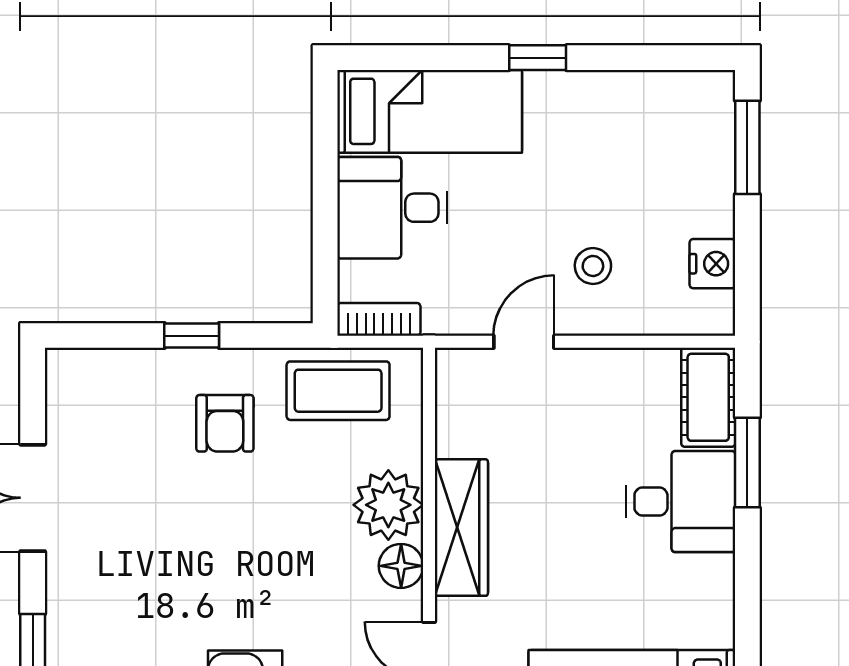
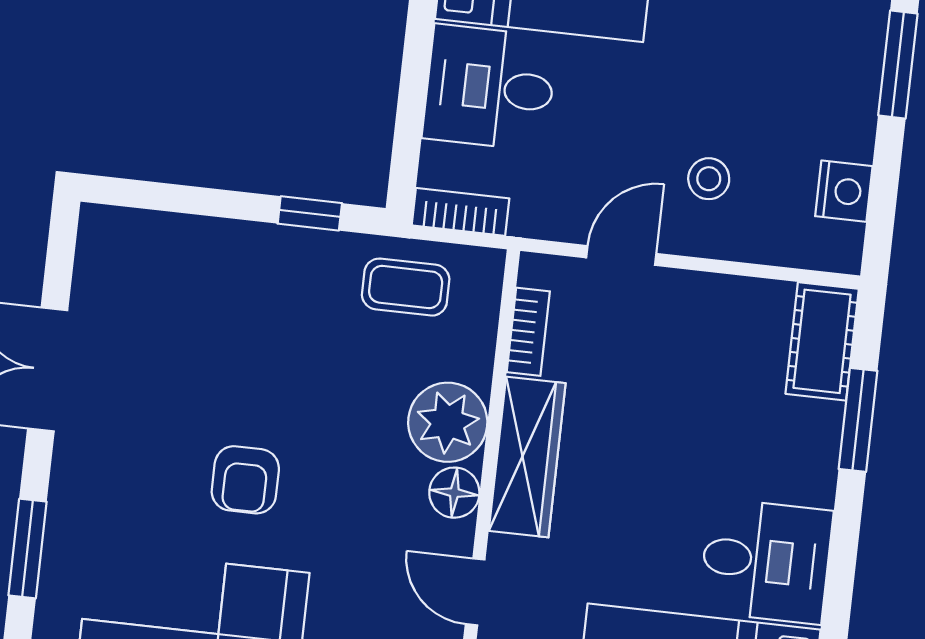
window: (192, 336) -> (310, 213), moved
coffee table: (338, 391) -> (406, 287), width x0.73, depth x0.77
bookcase: (450, 418) -> (528, 332), added
armchair: (225, 423) -> (245, 480), moved
desk: (680, 502) -> (766, 561), moved

